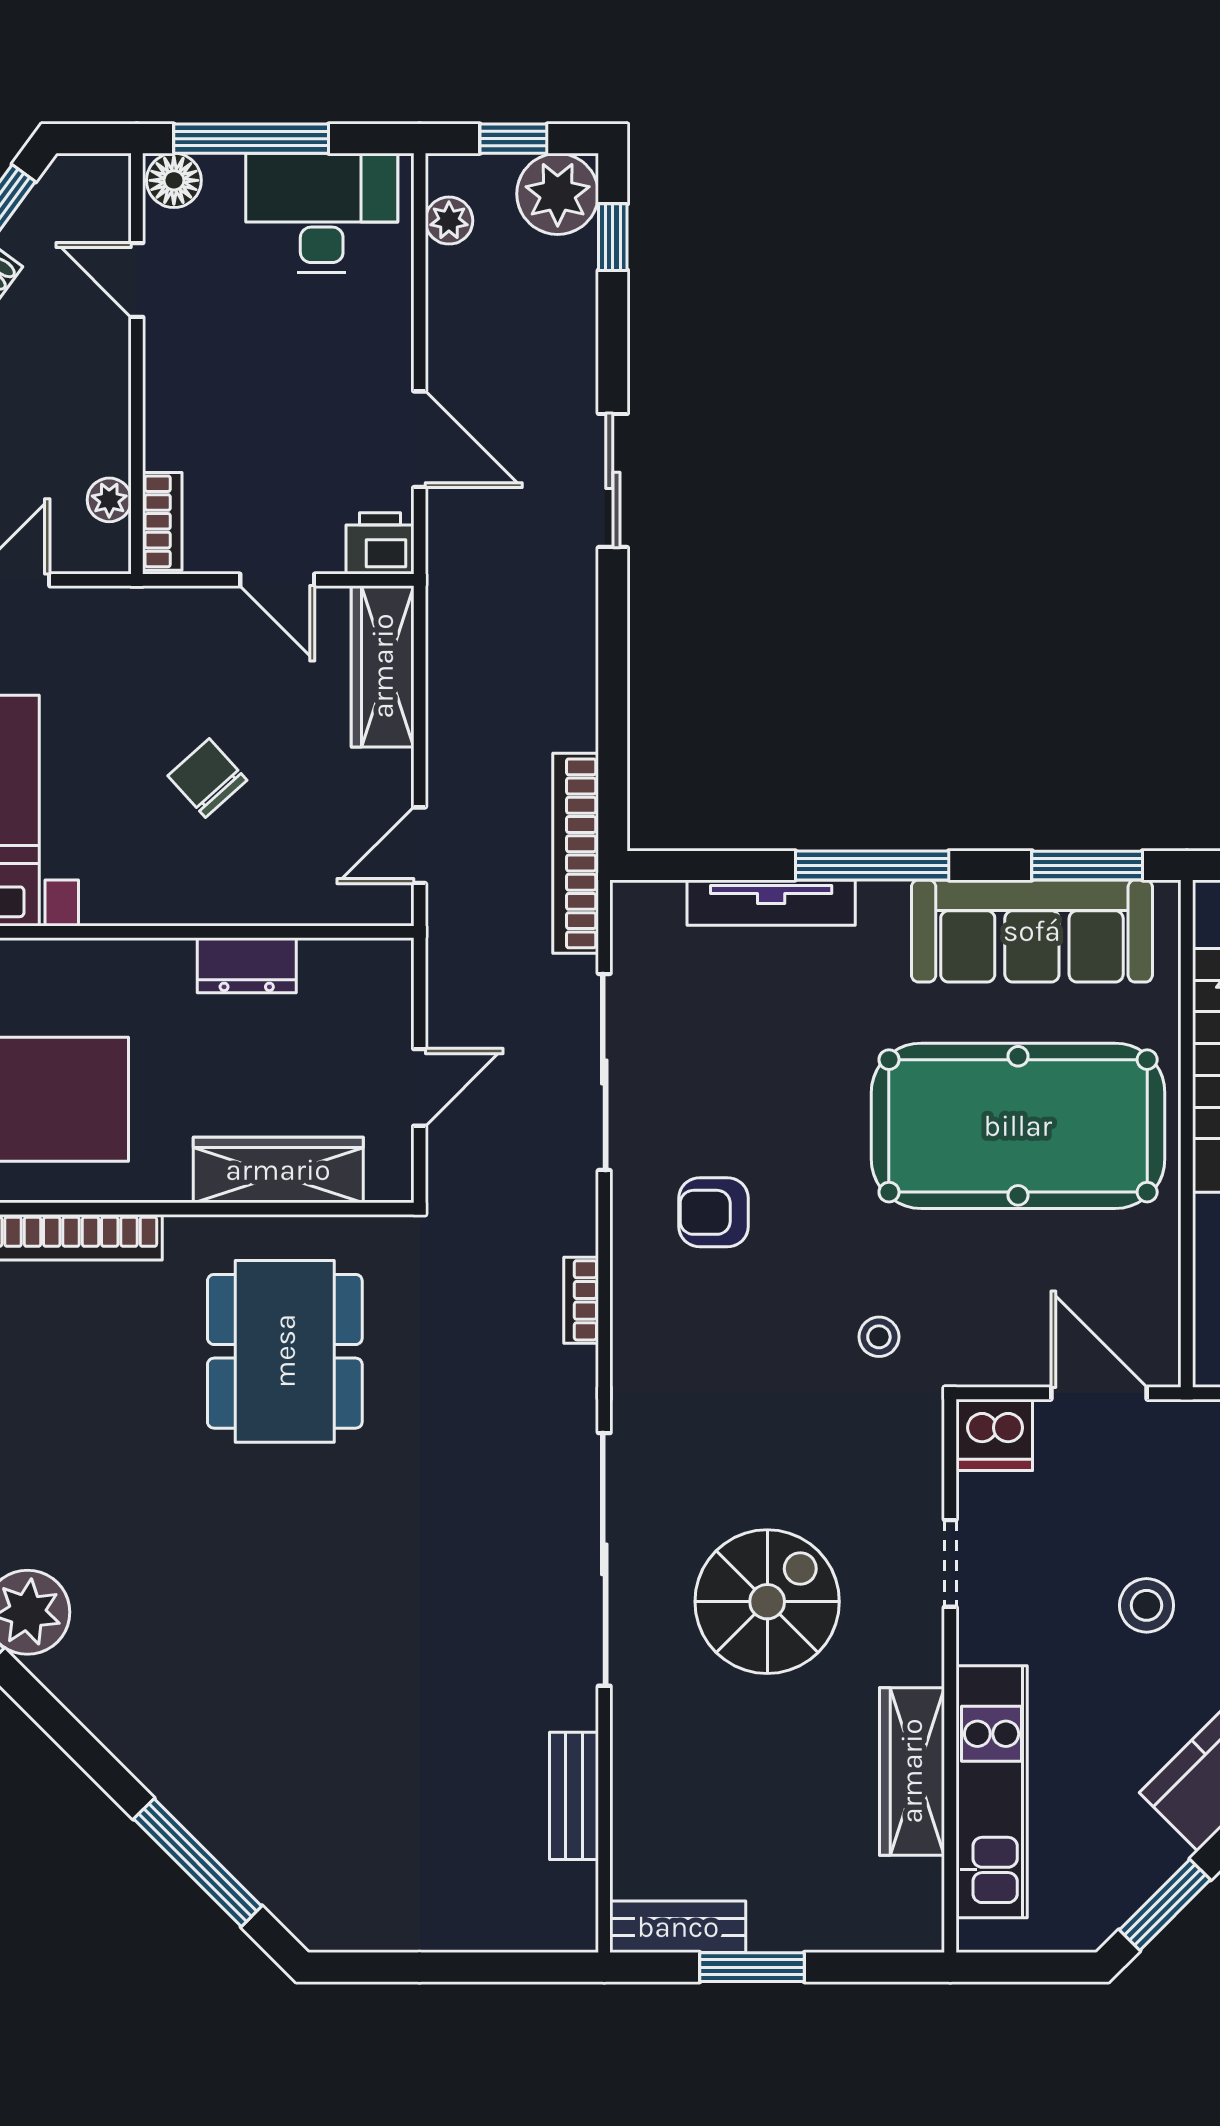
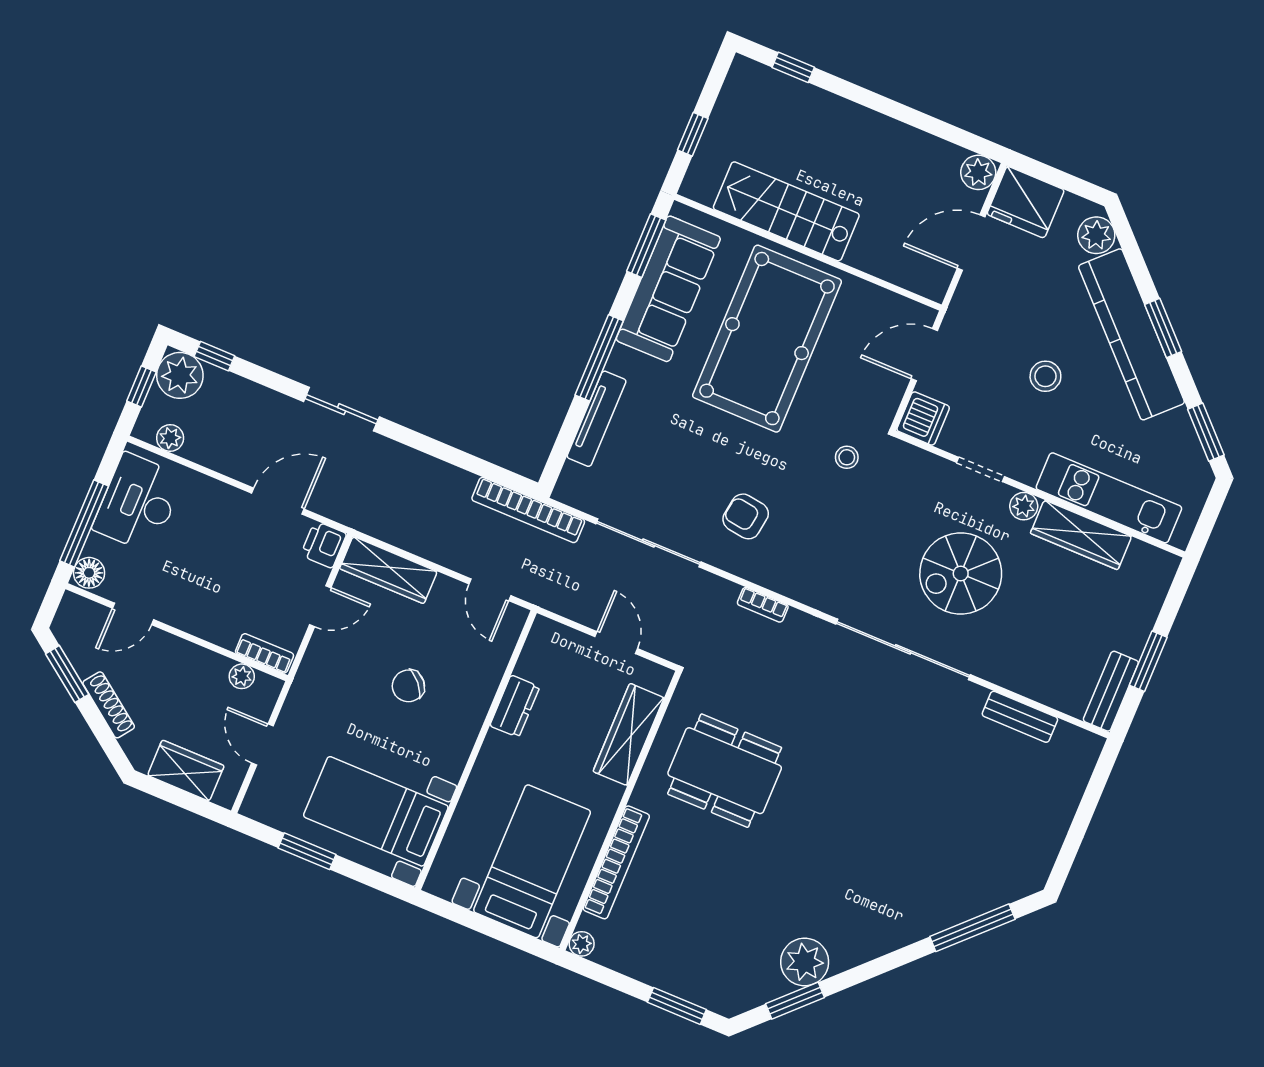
armchair: (714, 1212) -> (746, 516), turned 98
spiral stairs: (767, 1602) -> (961, 573), turned -90
plant: (920, 1659) -> (1024, 506), added

